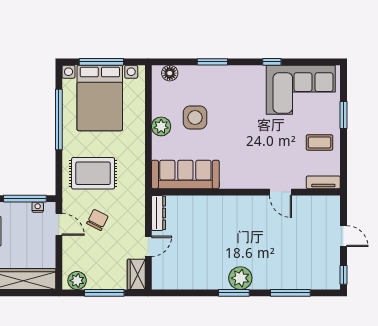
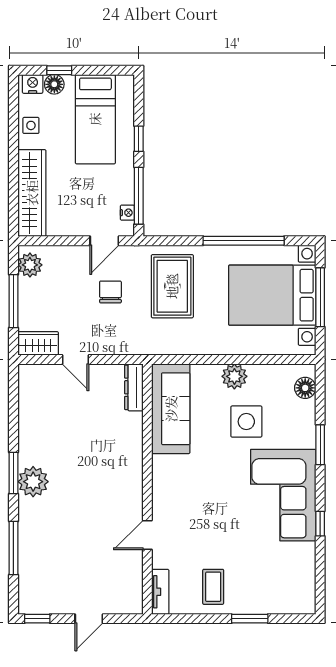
corner sofa: (301, 90) -> (283, 495), moved
dresser: (158, 213) -> (134, 387), moved, turned 90
chair: (97, 220) -> (110, 292), turned -117

